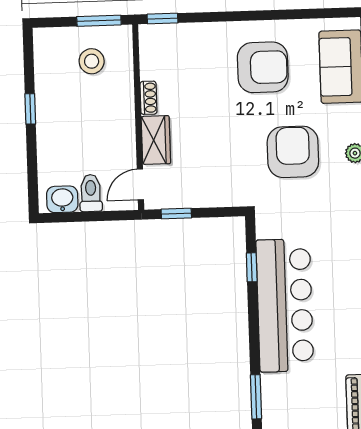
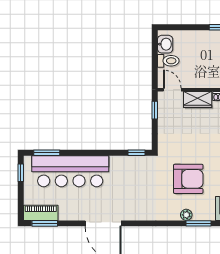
window: (252, 267) -> (137, 153), moved
bar counter: (285, 305) -> (70, 171), moved

